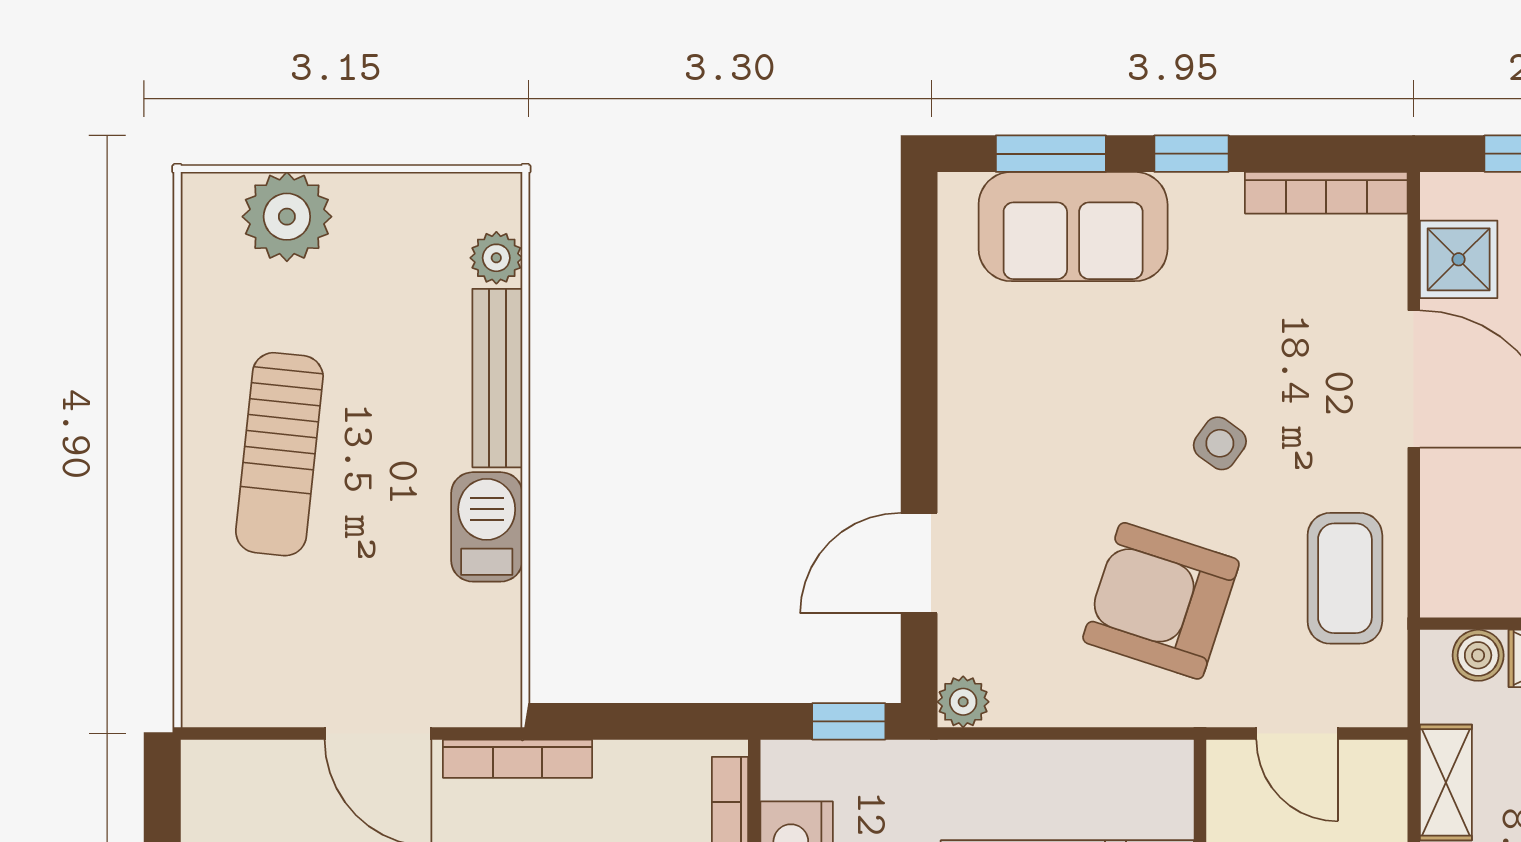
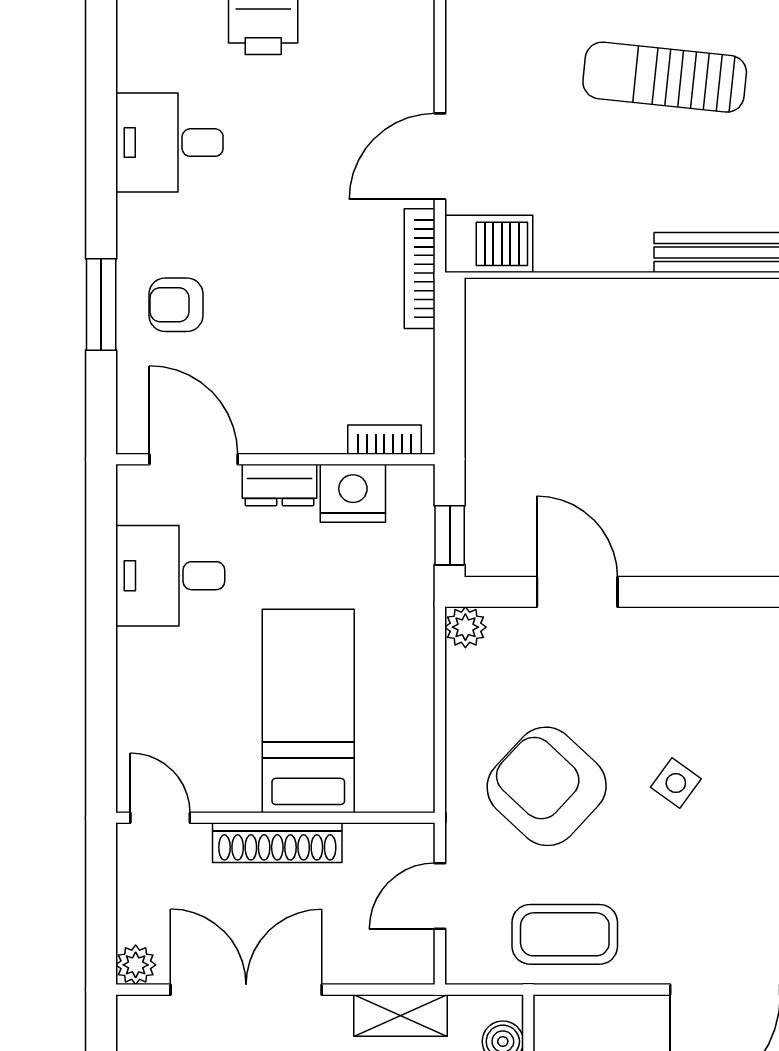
side table: (1220, 443) -> (676, 783), moved
barbecue: (487, 527) -> (489, 244), moved
armchair: (1161, 601) -> (547, 786), turned -65

